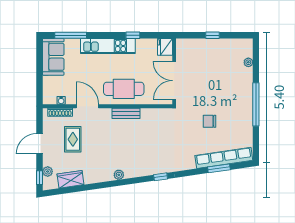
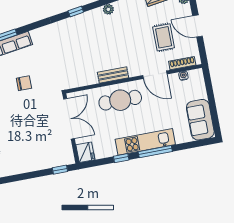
window: (71, 35) -> (155, 152), moved
window: (212, 35) -> (60, 170), moved
door: (39, 144) -> (197, 26), swing flipped
window: (161, 177) -> (76, 11), moved

